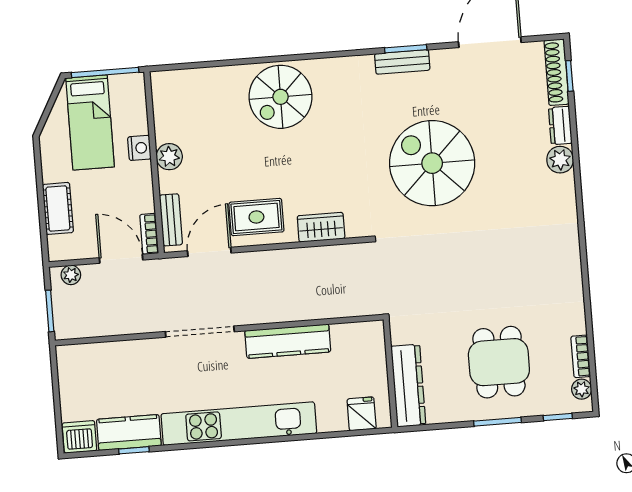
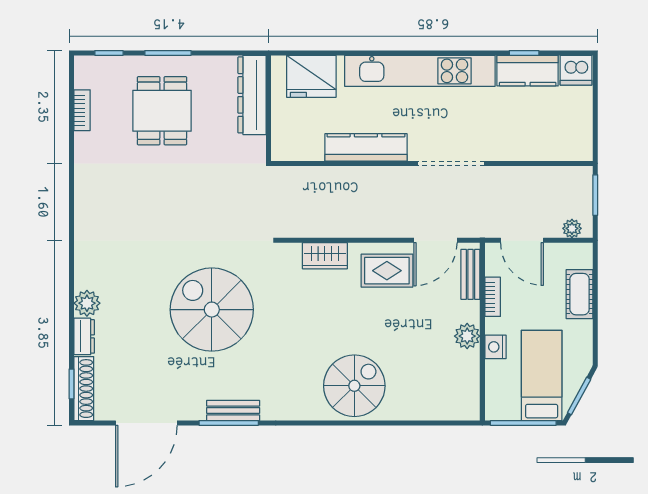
window: (406, 49) -> (229, 423), width x1.44
window: (50, 104) -> (579, 396), added
spiral stairs: (432, 163) -> (212, 310), turned 180
bookcase: (149, 234) -> (493, 297), moved
plant: (582, 389) -> (84, 78), removed
fridge: (362, 414) -> (311, 76), width x1.88, depth x1.34

